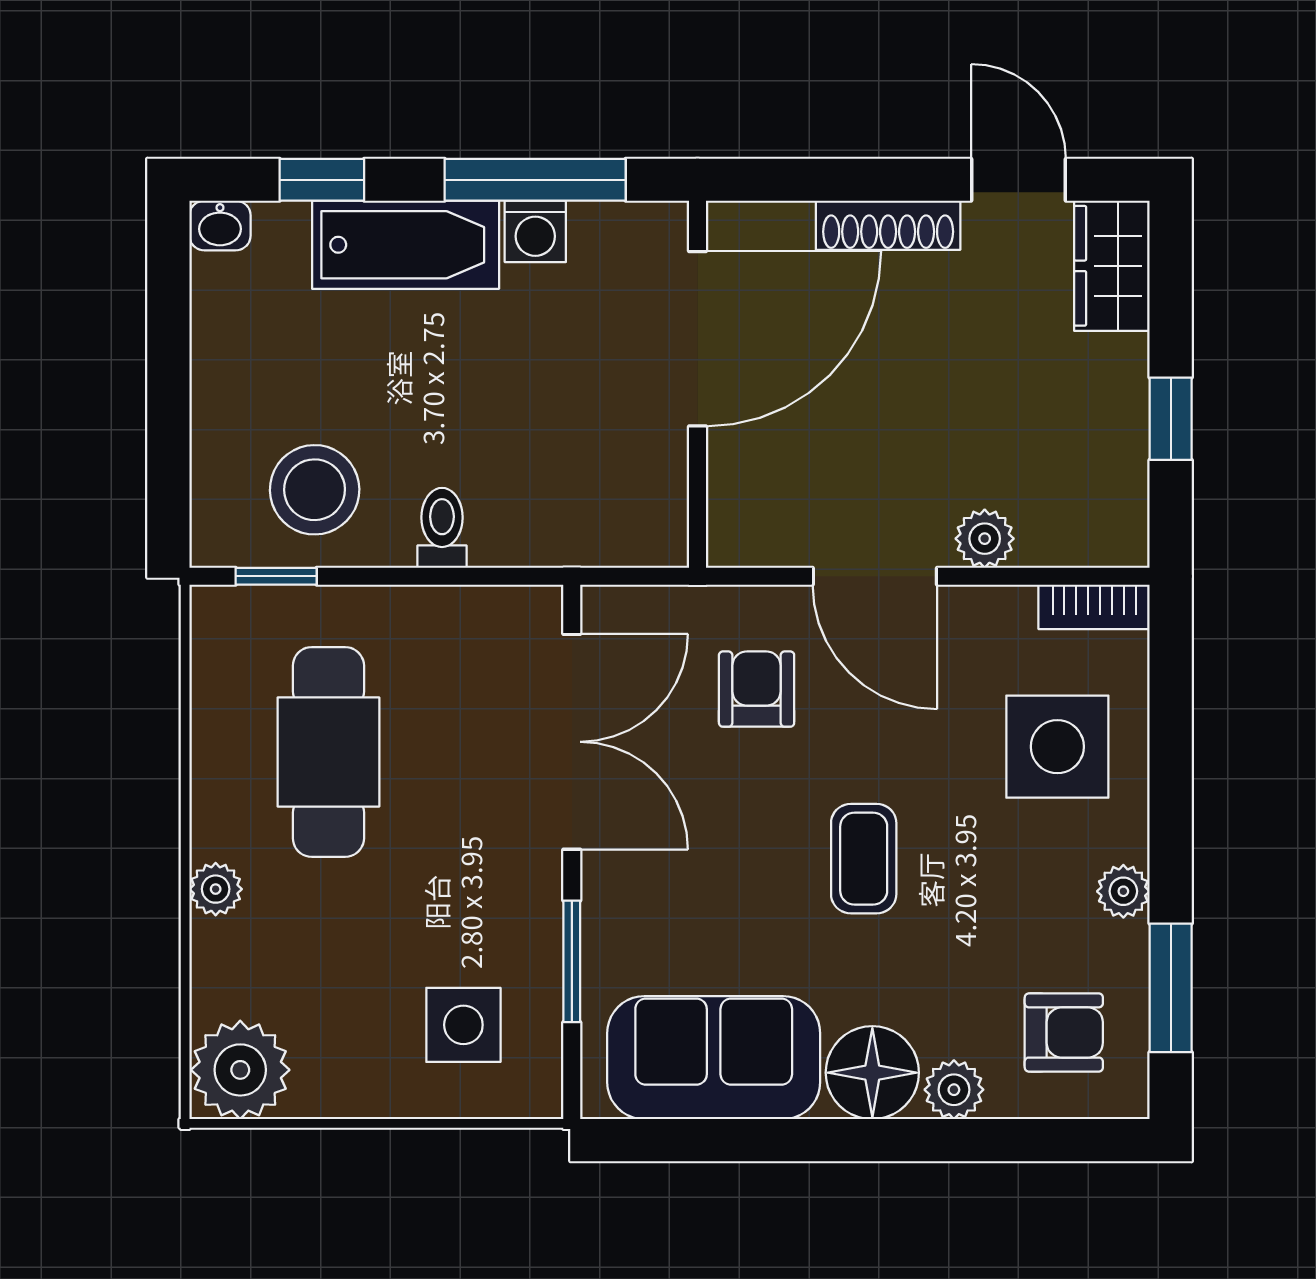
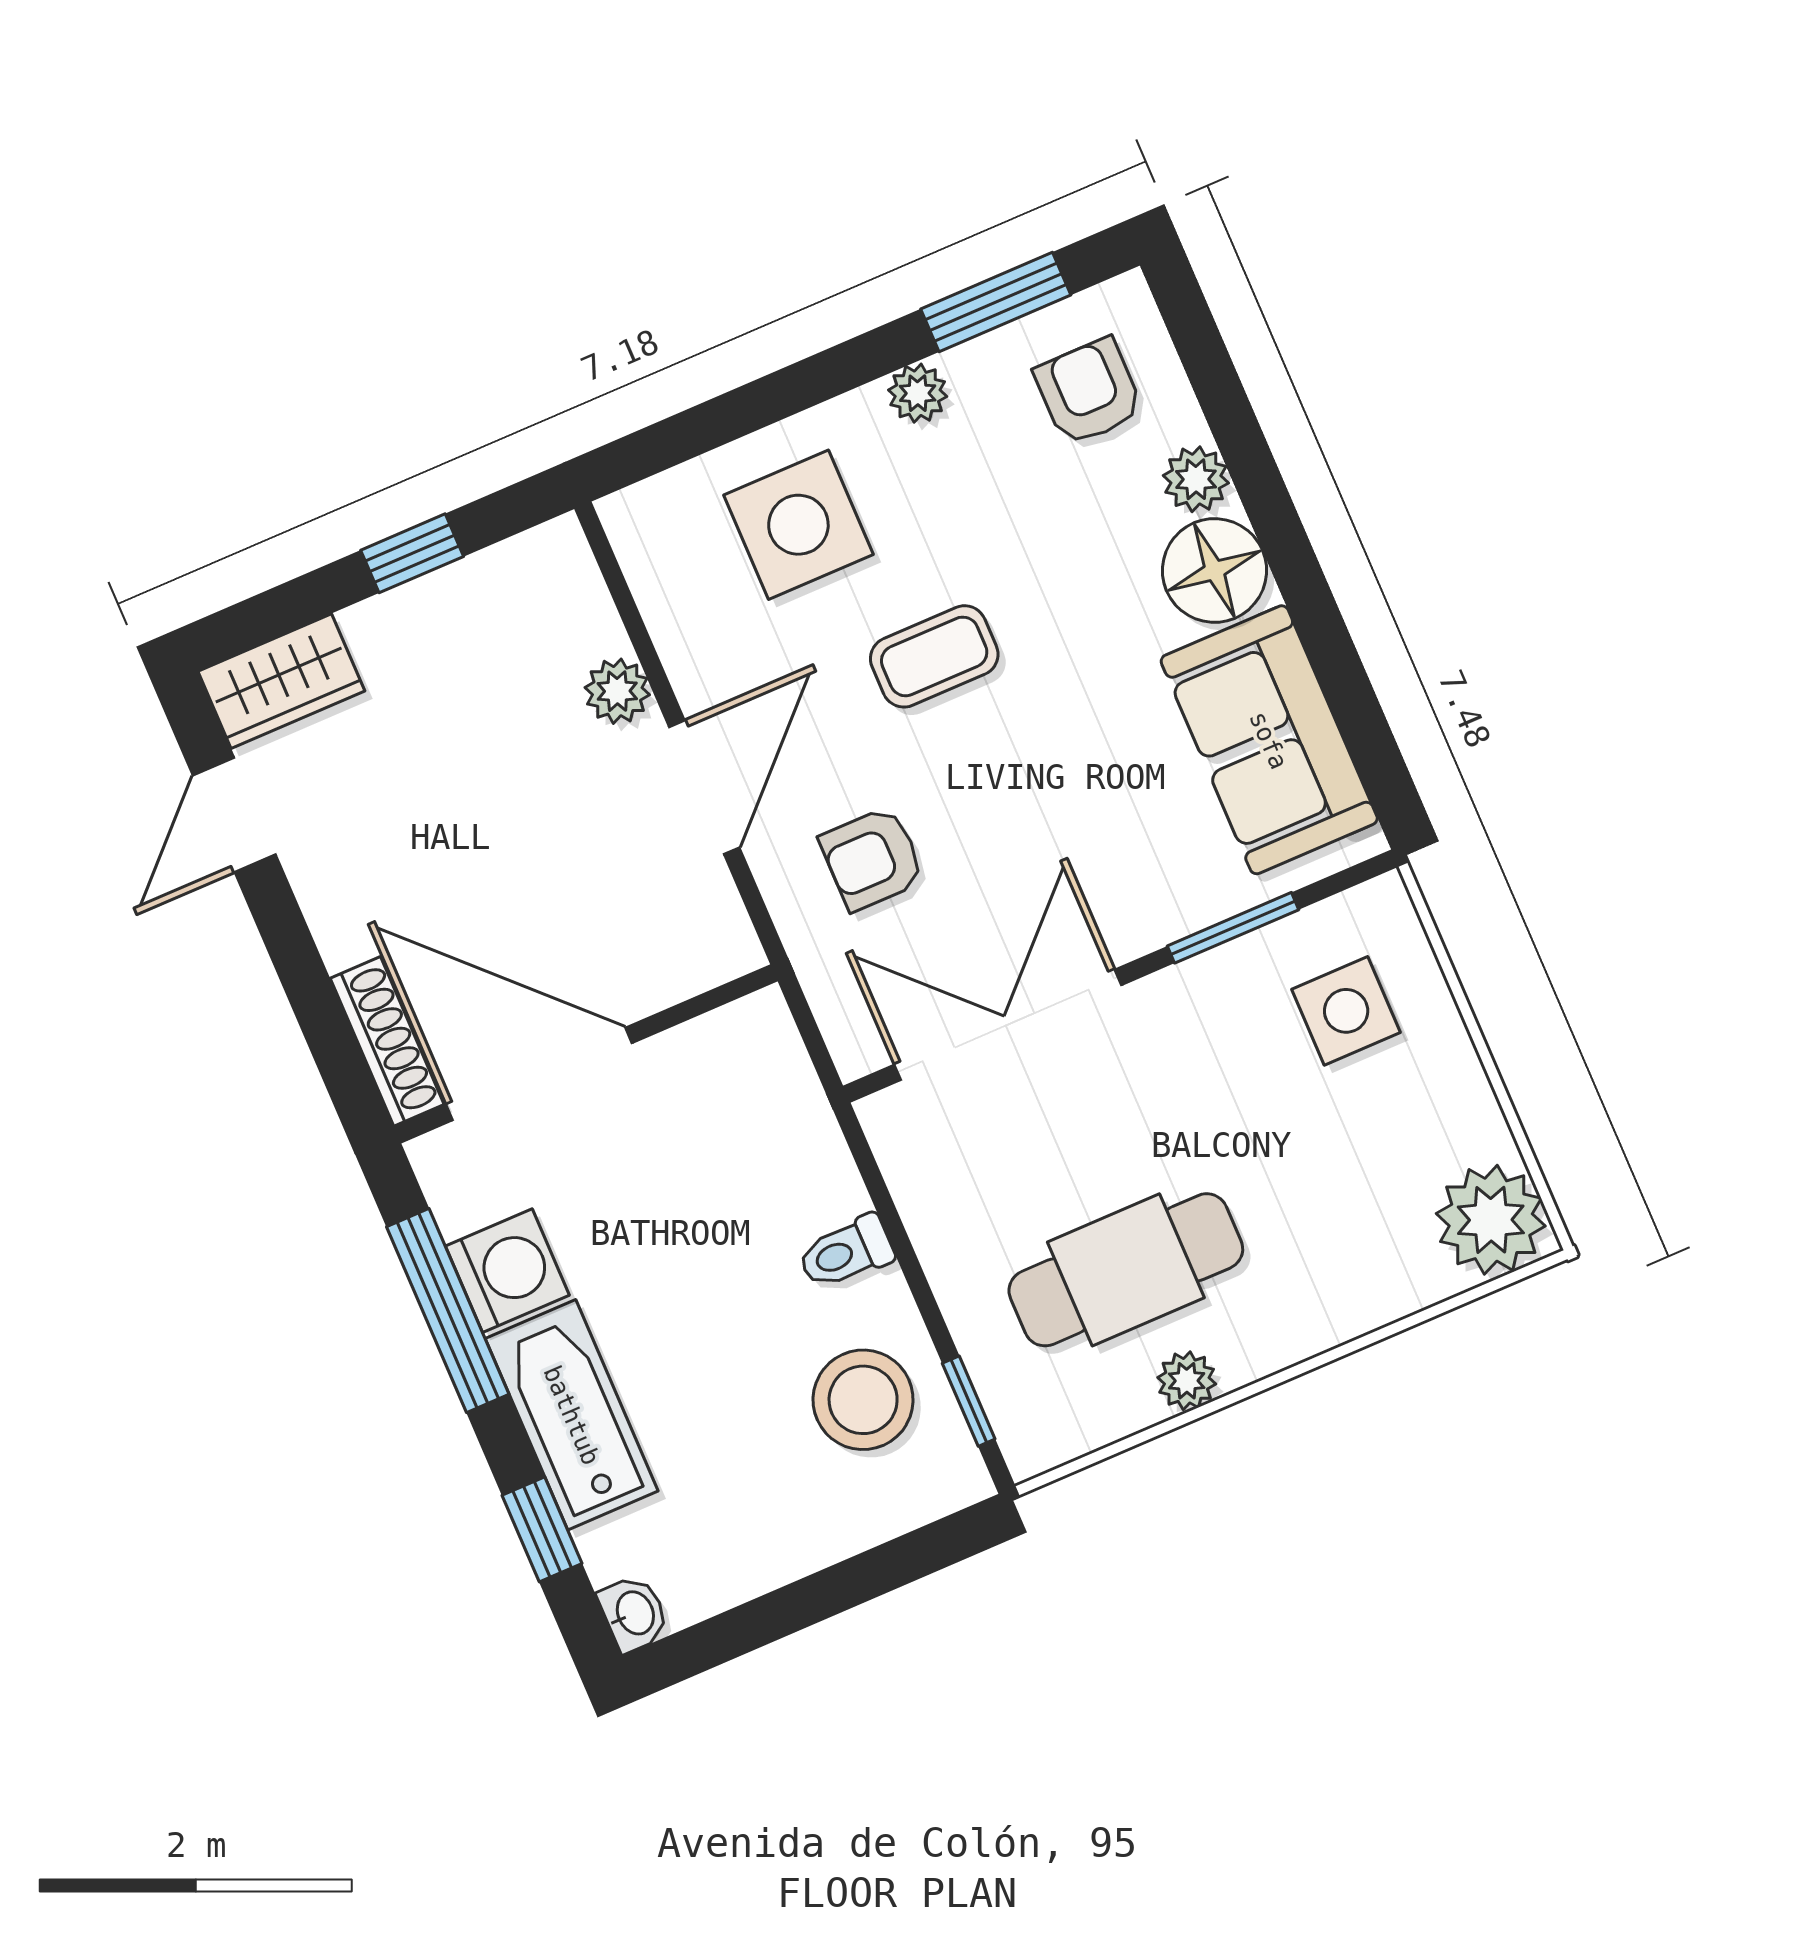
shoe rack: (888, 225) -> (387, 1041), moved
washing machine: (535, 231) -> (507, 1271), width x1.38, depth x1.38
bookcase: (1094, 607) -> (639, 549), removed
coffee table: (864, 859) -> (934, 656), moved
plant: (216, 889) -> (1187, 1381), moved

